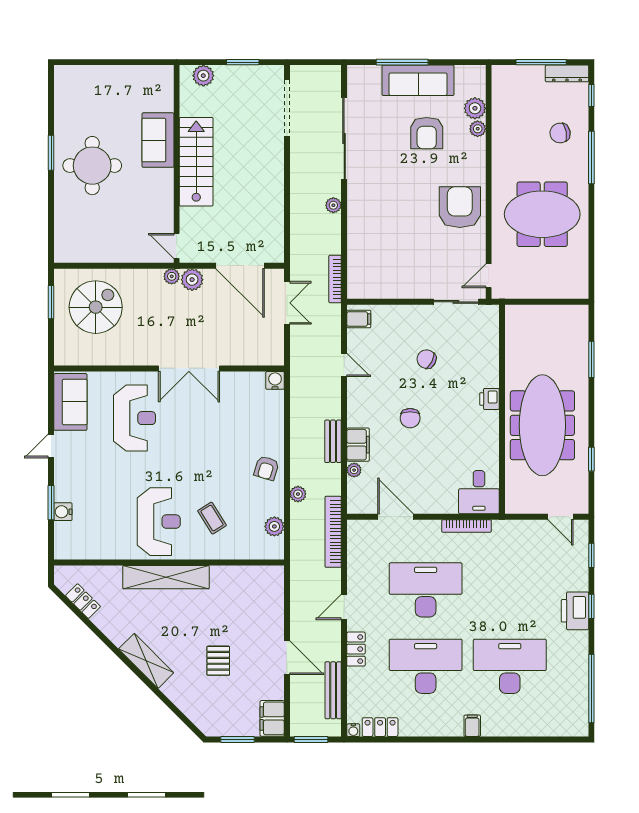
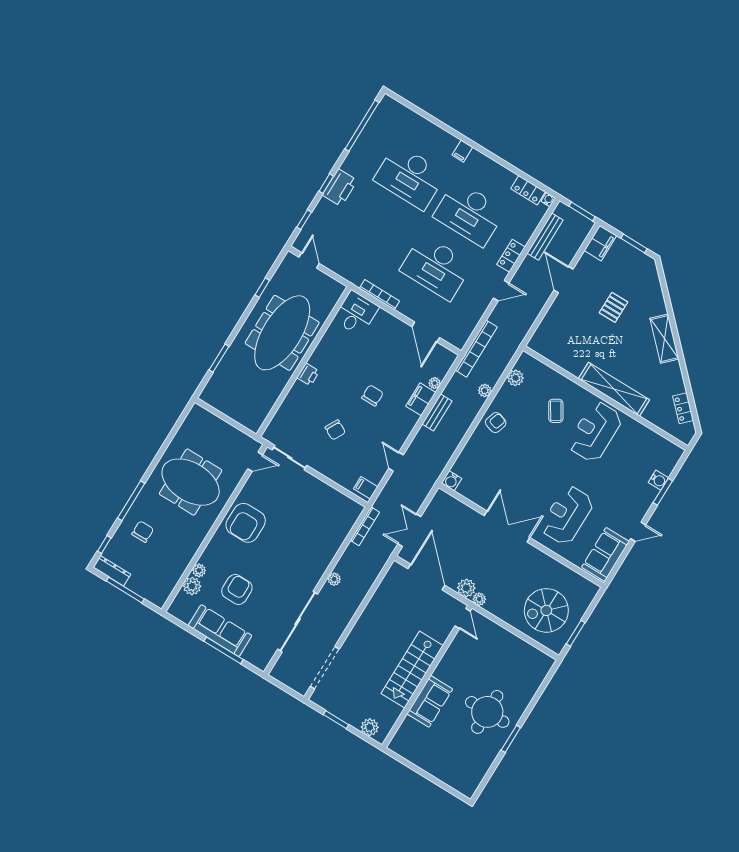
chair: (560, 133) -> (143, 532), turned -79

